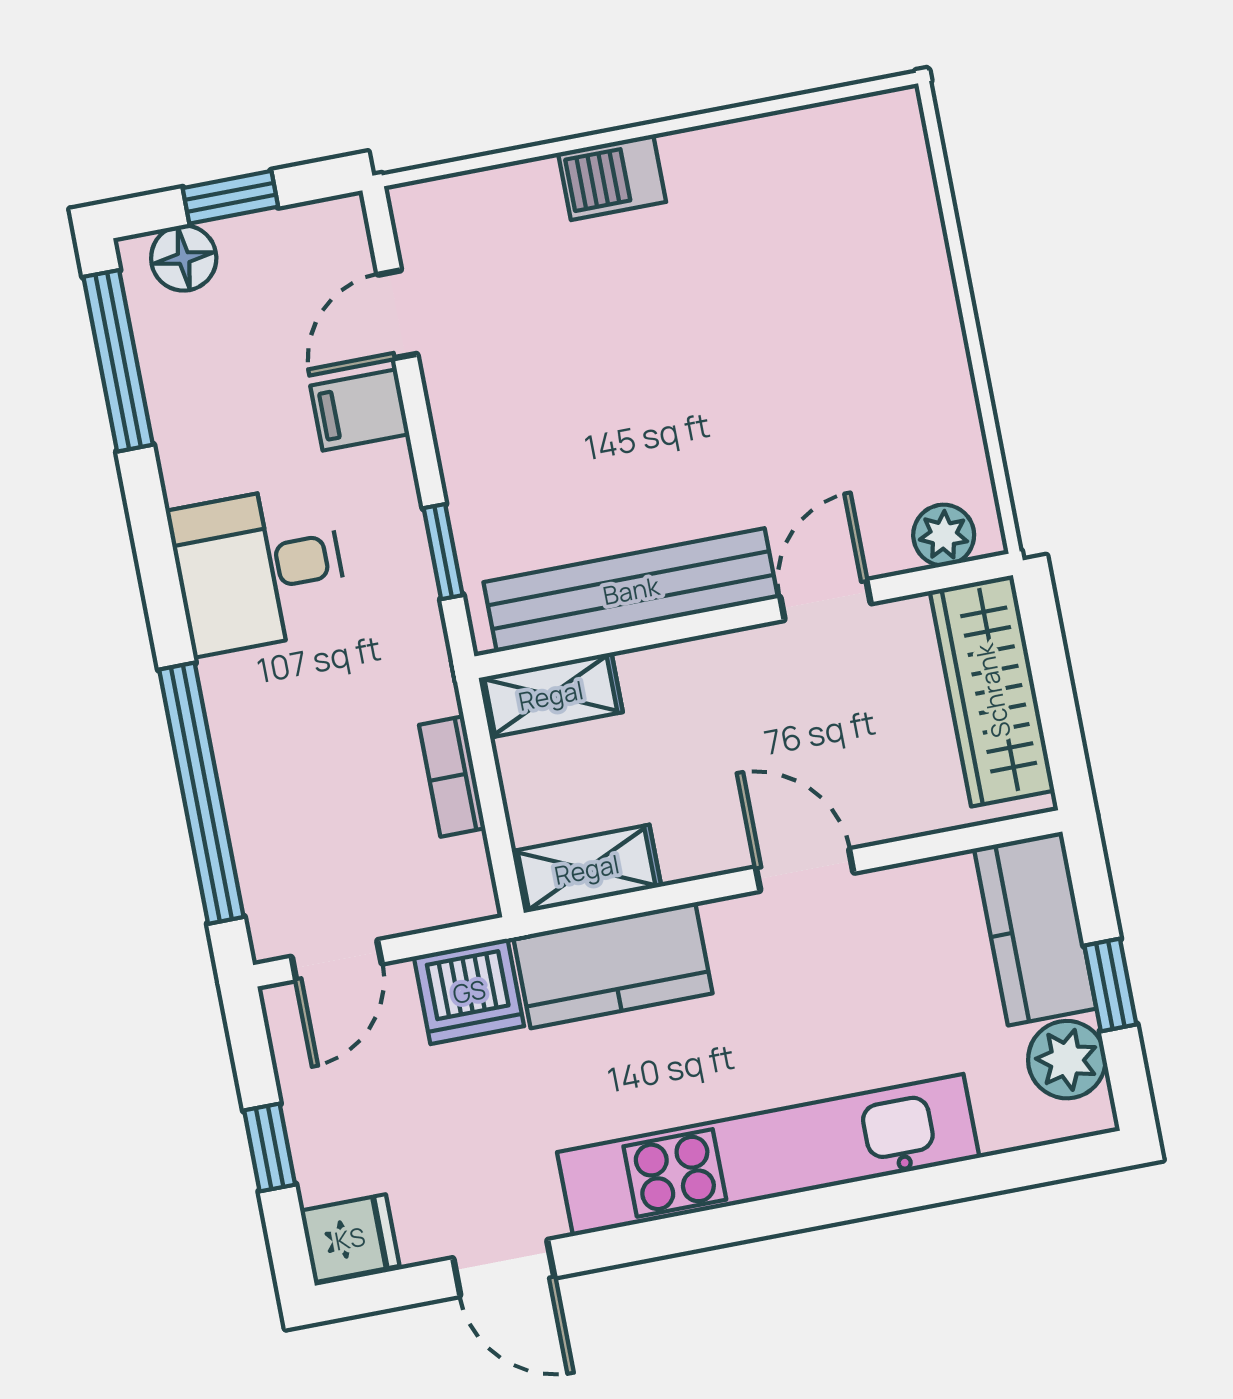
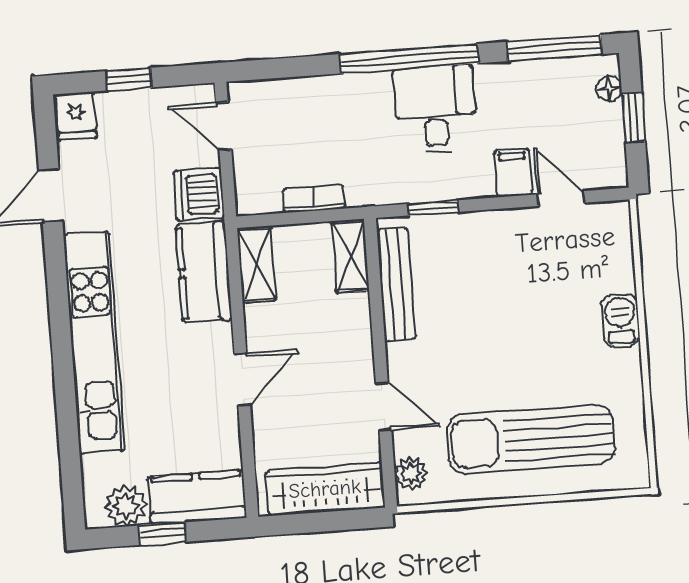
floor lamp: (184, 258) -> (609, 89), width x0.73, depth x0.73
sun lounger: (853, 319) -> (531, 439), added
bench: (631, 590) -> (396, 285), width x0.73, depth x0.82
window: (201, 793) -> (409, 59), moved

